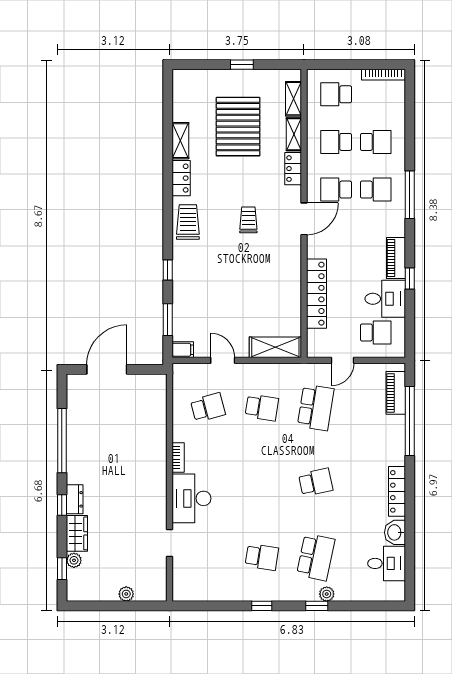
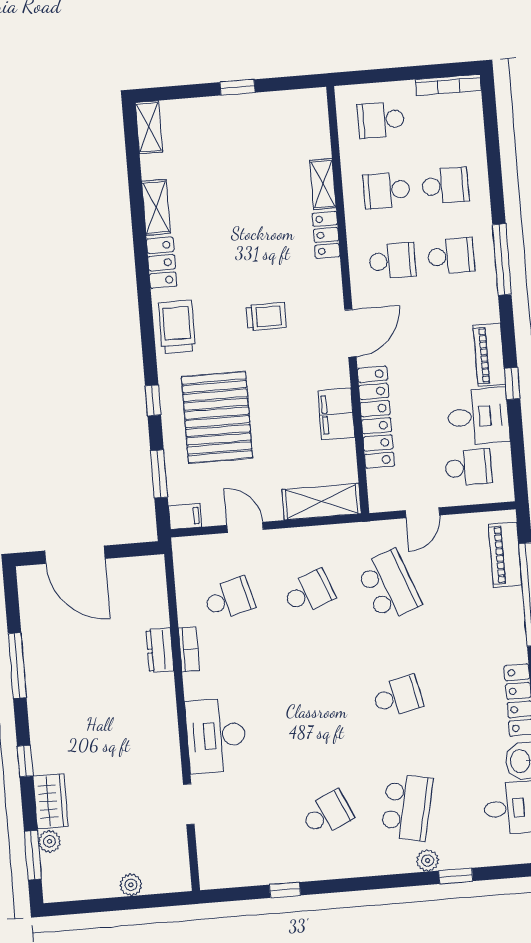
shelving: (293, 99) -> (149, 127), moved
pallet: (238, 127) -> (217, 417), moved
school desk: (336, 190) -> (392, 261), turned 180
door: (304, 219) -> (350, 333), moved
trolley: (248, 220) -> (266, 316), turned 90
filing cabinet: (290, 289) -> (336, 414), added
door: (107, 369) -> (75, 555), swing flipped
school desk: (262, 407) -> (309, 592), turned -30
school desk: (316, 407) -> (389, 586), turned -30
window: (62, 441) -> (17, 666), width x0.68
bookcase: (178, 458) -> (189, 649), moved
dresser: (75, 499) -> (160, 650), moved, turned 180
school desk: (262, 557) -> (327, 814), turned -33
window: (62, 569) -> (33, 855), width x1.50
window: (262, 606) -> (285, 890), moved
window: (317, 606) -> (456, 876), moved

